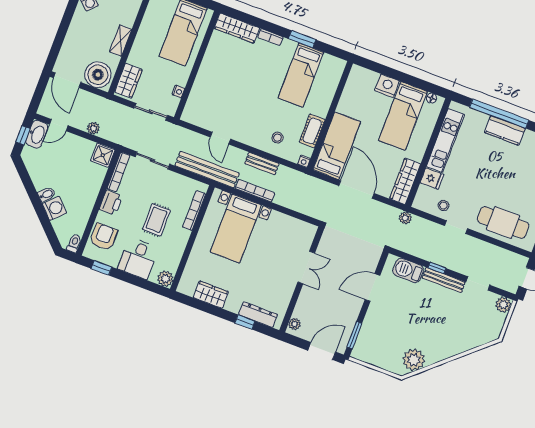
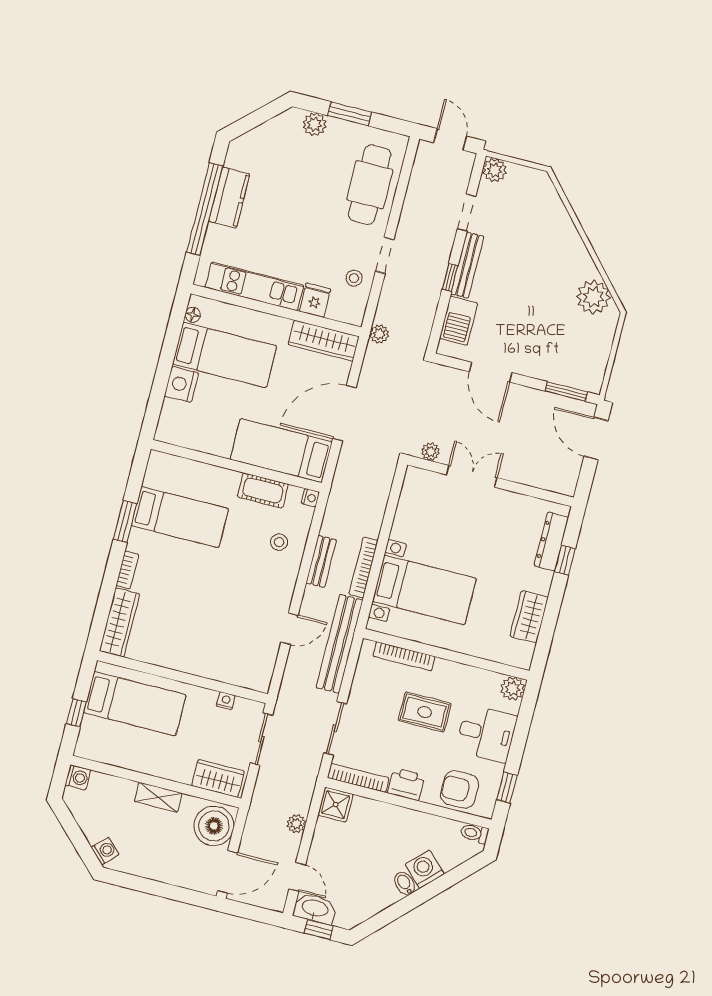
plant: (294, 324) -> (431, 452), moved

